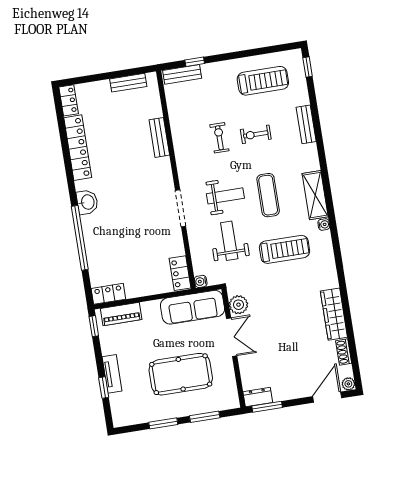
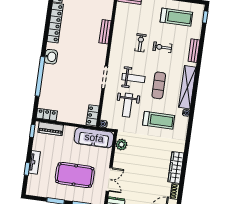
shelving: (315, 195) -> (187, 87), width x1.47
weight bench: (229, 241) -> (128, 105), turned 180
double door: (232, 337) -> (109, 179), moved

